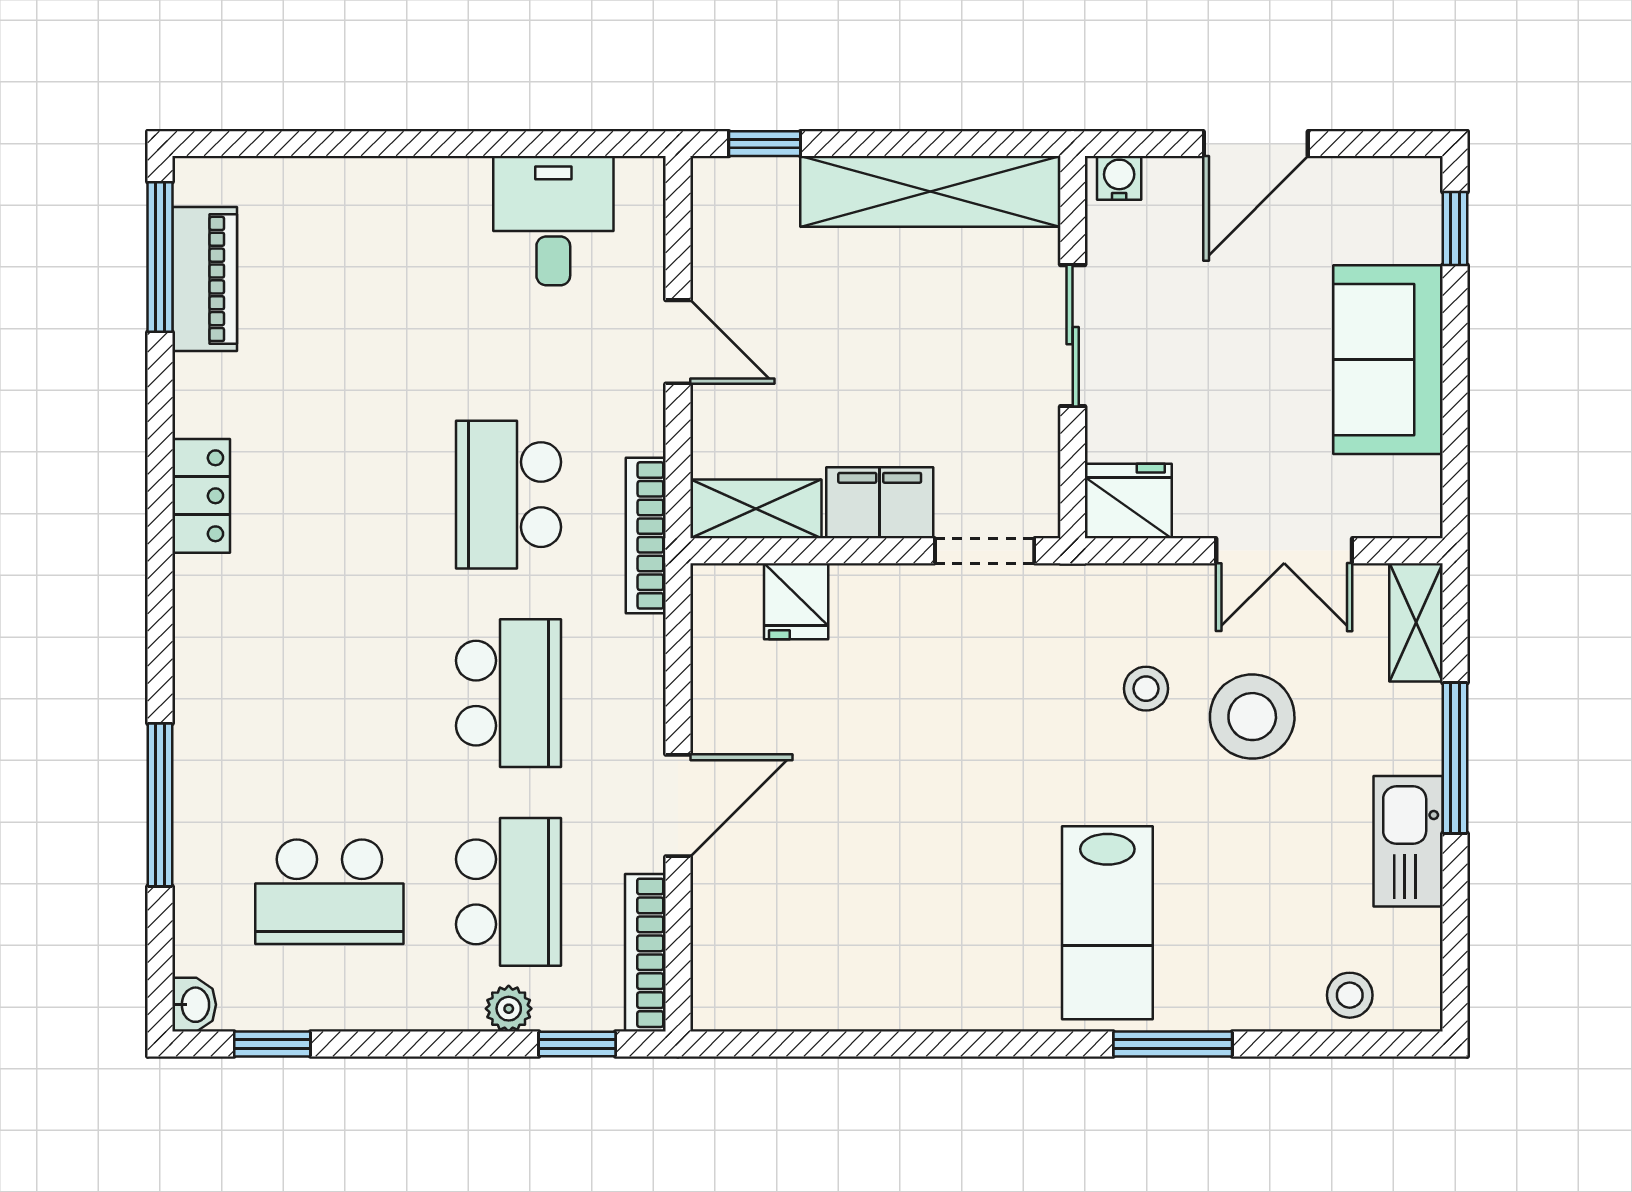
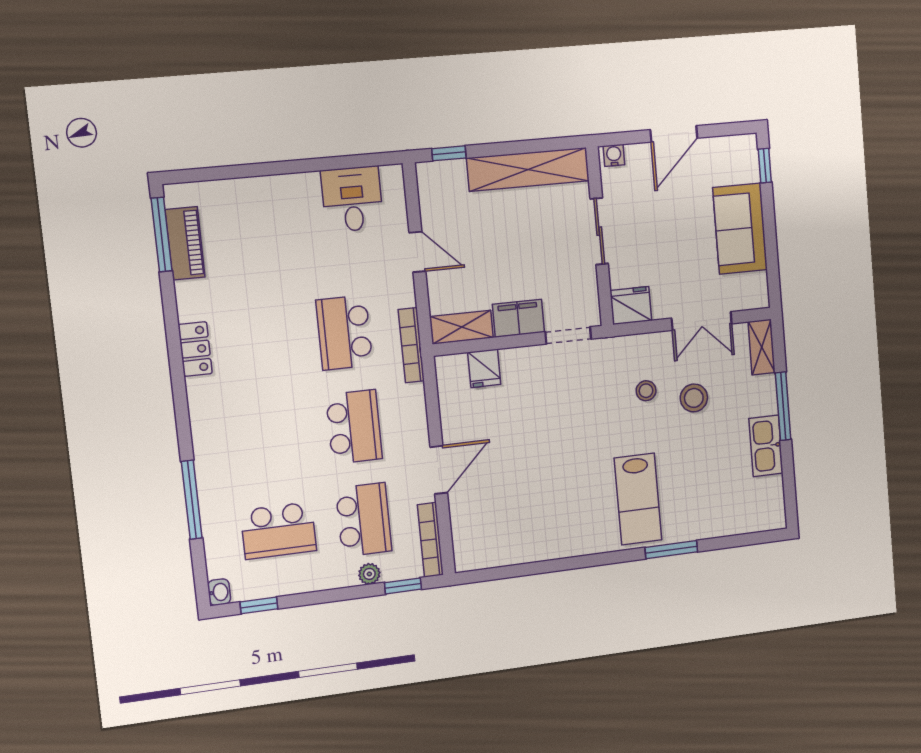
stool: (1252, 717) -> (694, 398), width x0.73, depth x0.73
stool: (1350, 995) -> (746, 518), removed

